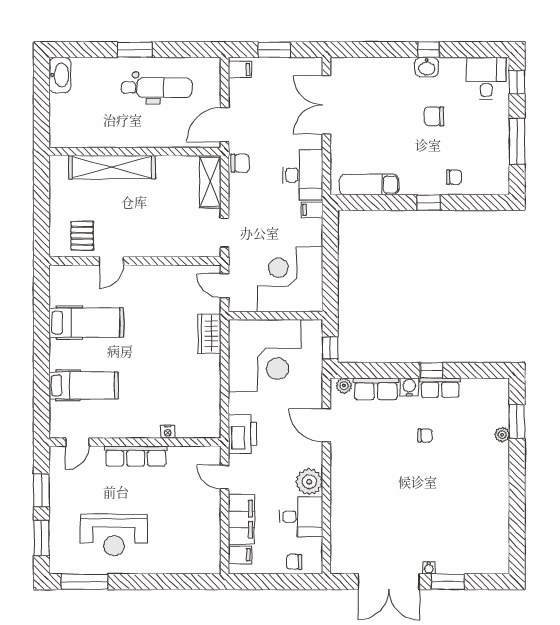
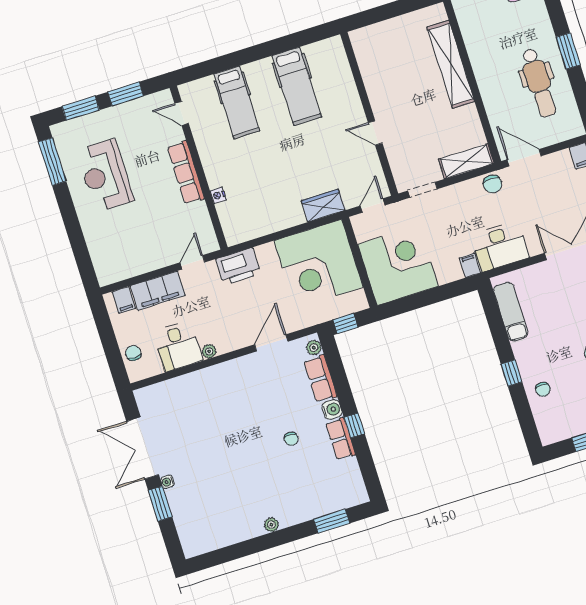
pallet: (82, 236) -> (377, 57), removed
door: (111, 261) -> (375, 133), moved
plant: (502, 435) -> (271, 525), moved
plant: (309, 482) -> (209, 351), width x0.53, depth x0.53

